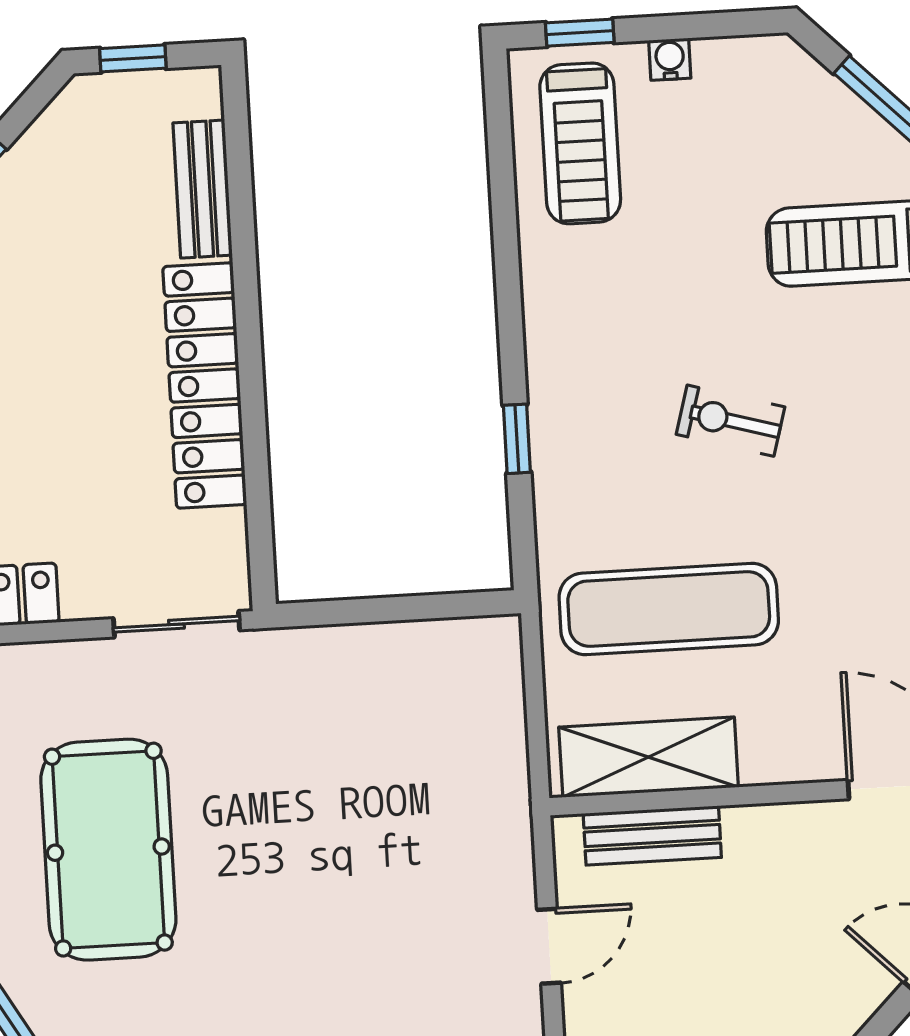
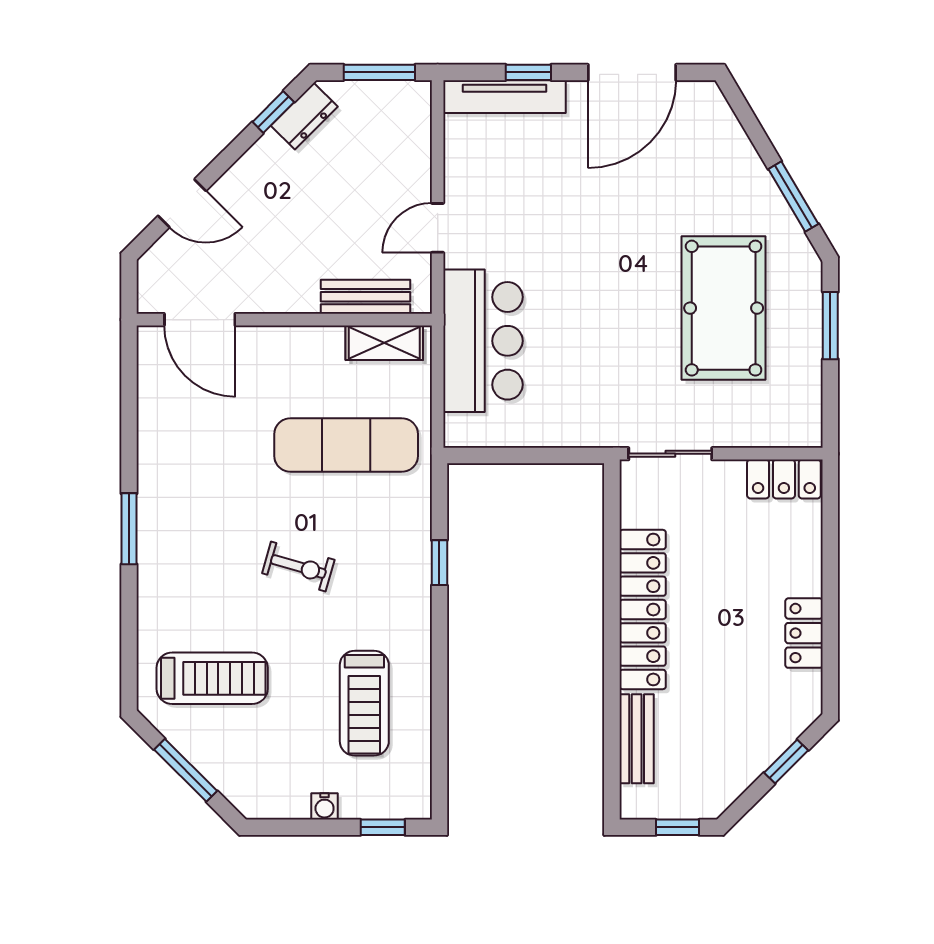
treadmill: (580, 143) -> (364, 703), moved, turned 180
shelving: (649, 757) -> (384, 343), width x0.67, depth x0.75
bar counter: (470, 779) -> (483, 341), added

